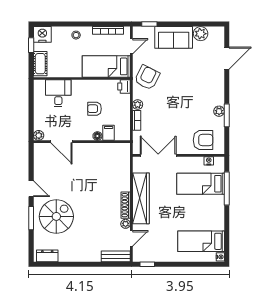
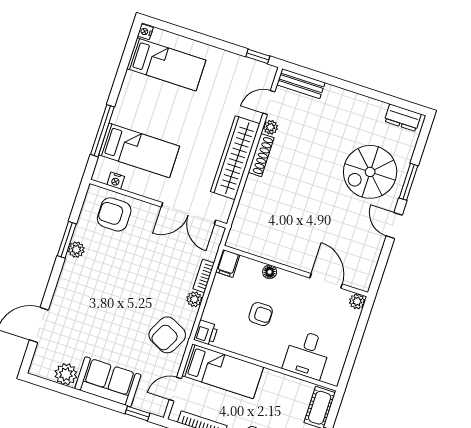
filing cabinet: (109, 133) -> (228, 263), moved

